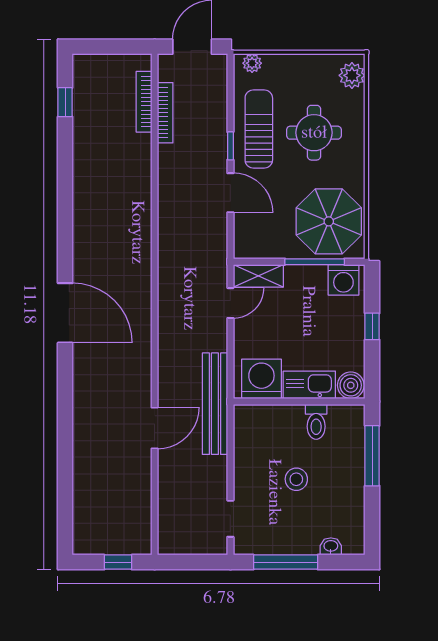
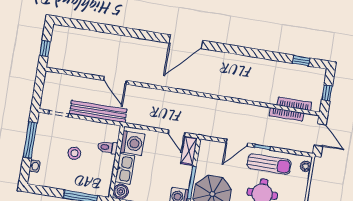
window: (115, 47) -> (327, 93), added
bench: (215, 404) -> (98, 111), moved
toilet: (316, 422) -> (108, 147), moved

